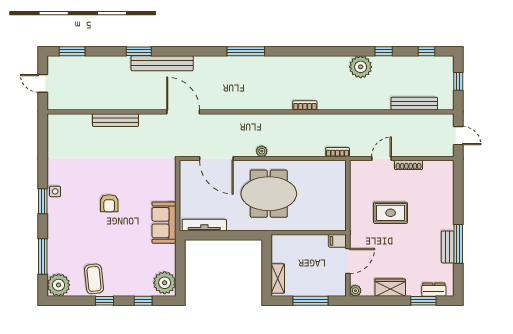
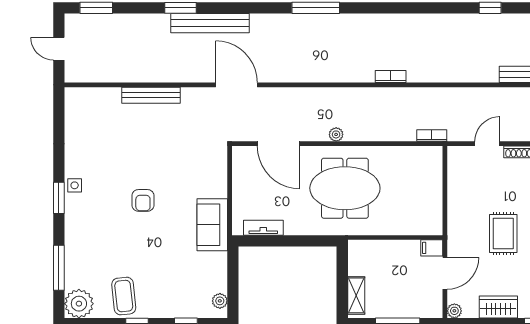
plant: (361, 67) -> (461, 28), removed
rug: (391, 213) -> (503, 234), moved, turned 90
tv unit: (204, 225) -> (263, 228), width x0.71
plant: (165, 283) -> (220, 301), width x0.53, depth x0.53

